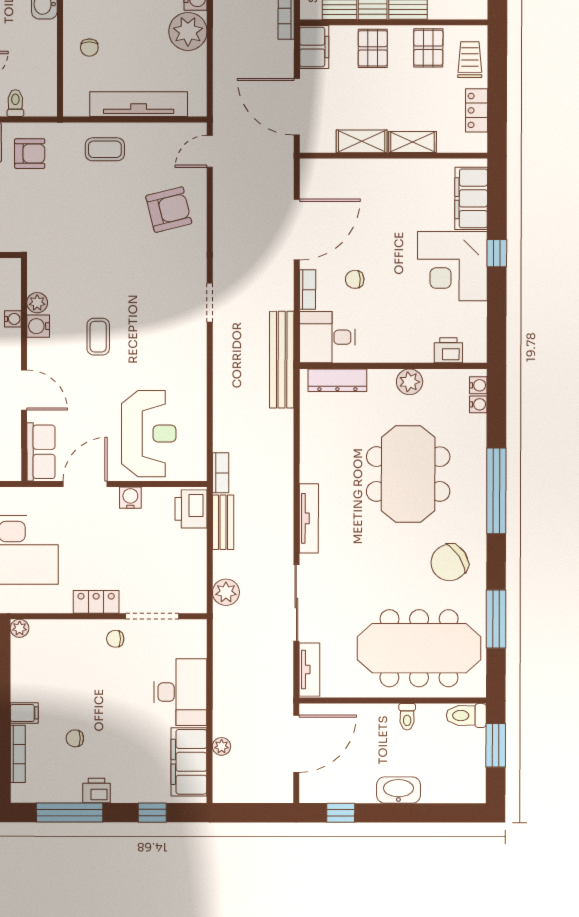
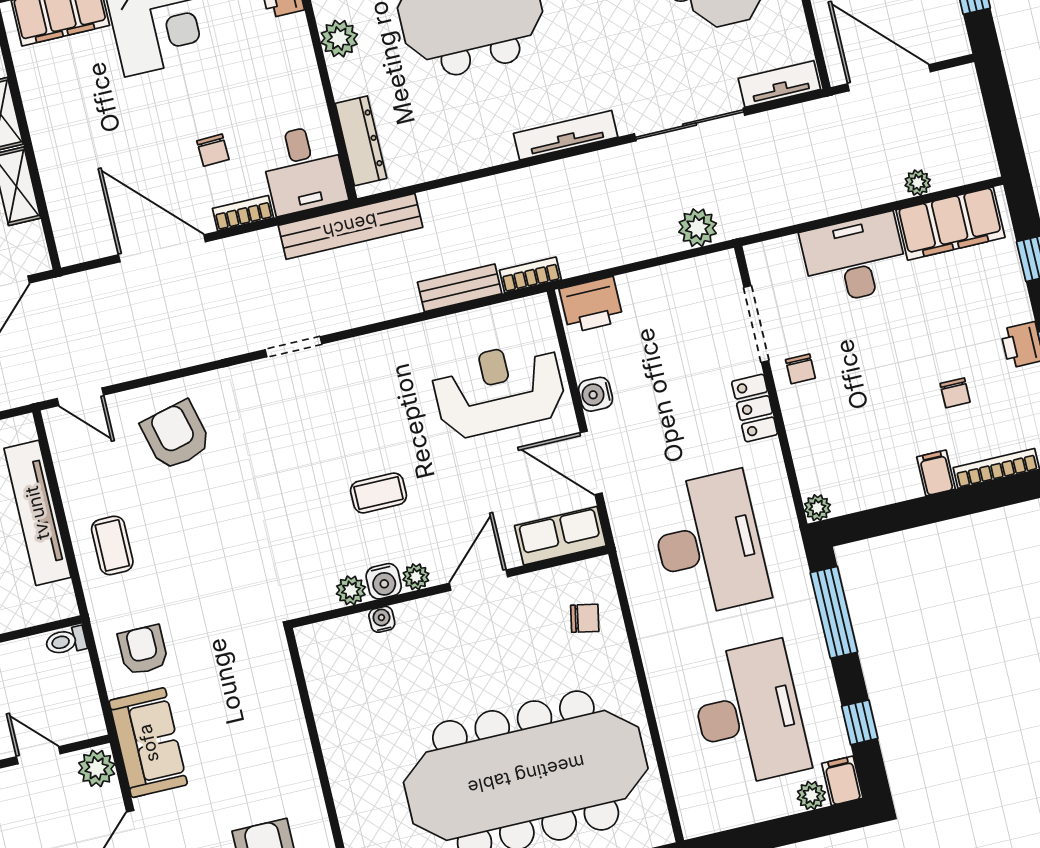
toilet: (15, 103) -> (66, 641), moved
plant: (36, 349) -> (416, 577), added
bench: (223, 522) -> (460, 288), moved

